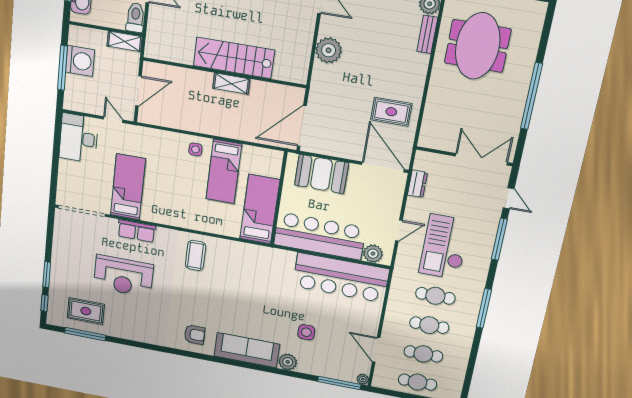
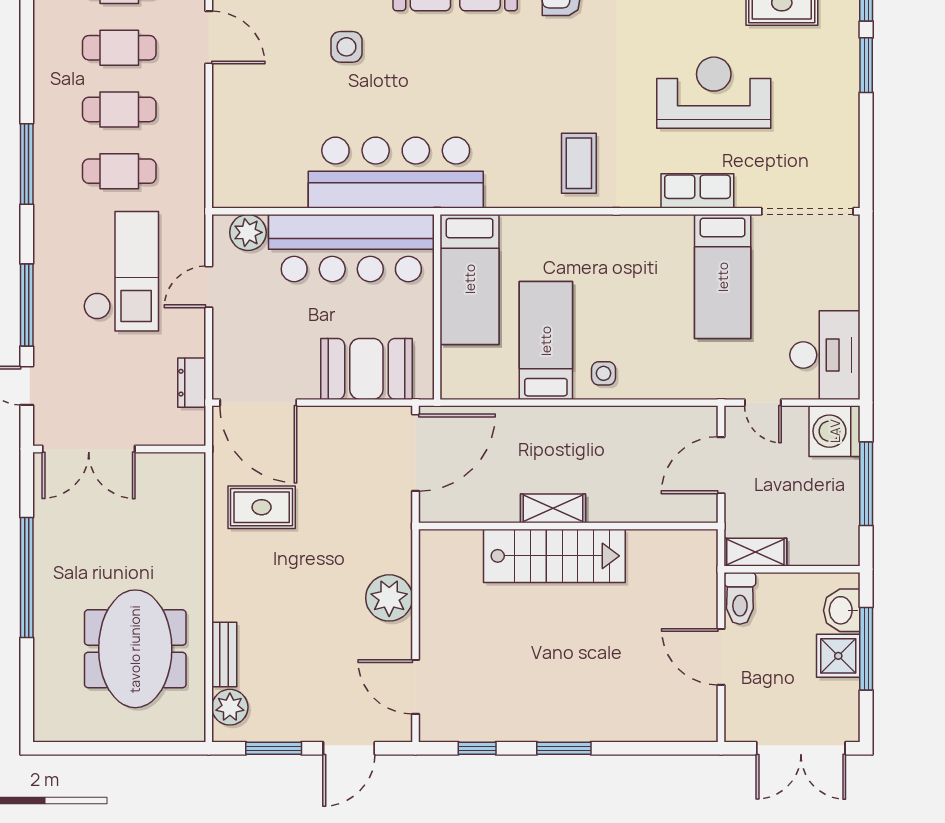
washing machine: (80, 61) -> (835, 431), moved
bar counter: (341, 278) -> (396, 173), moved

